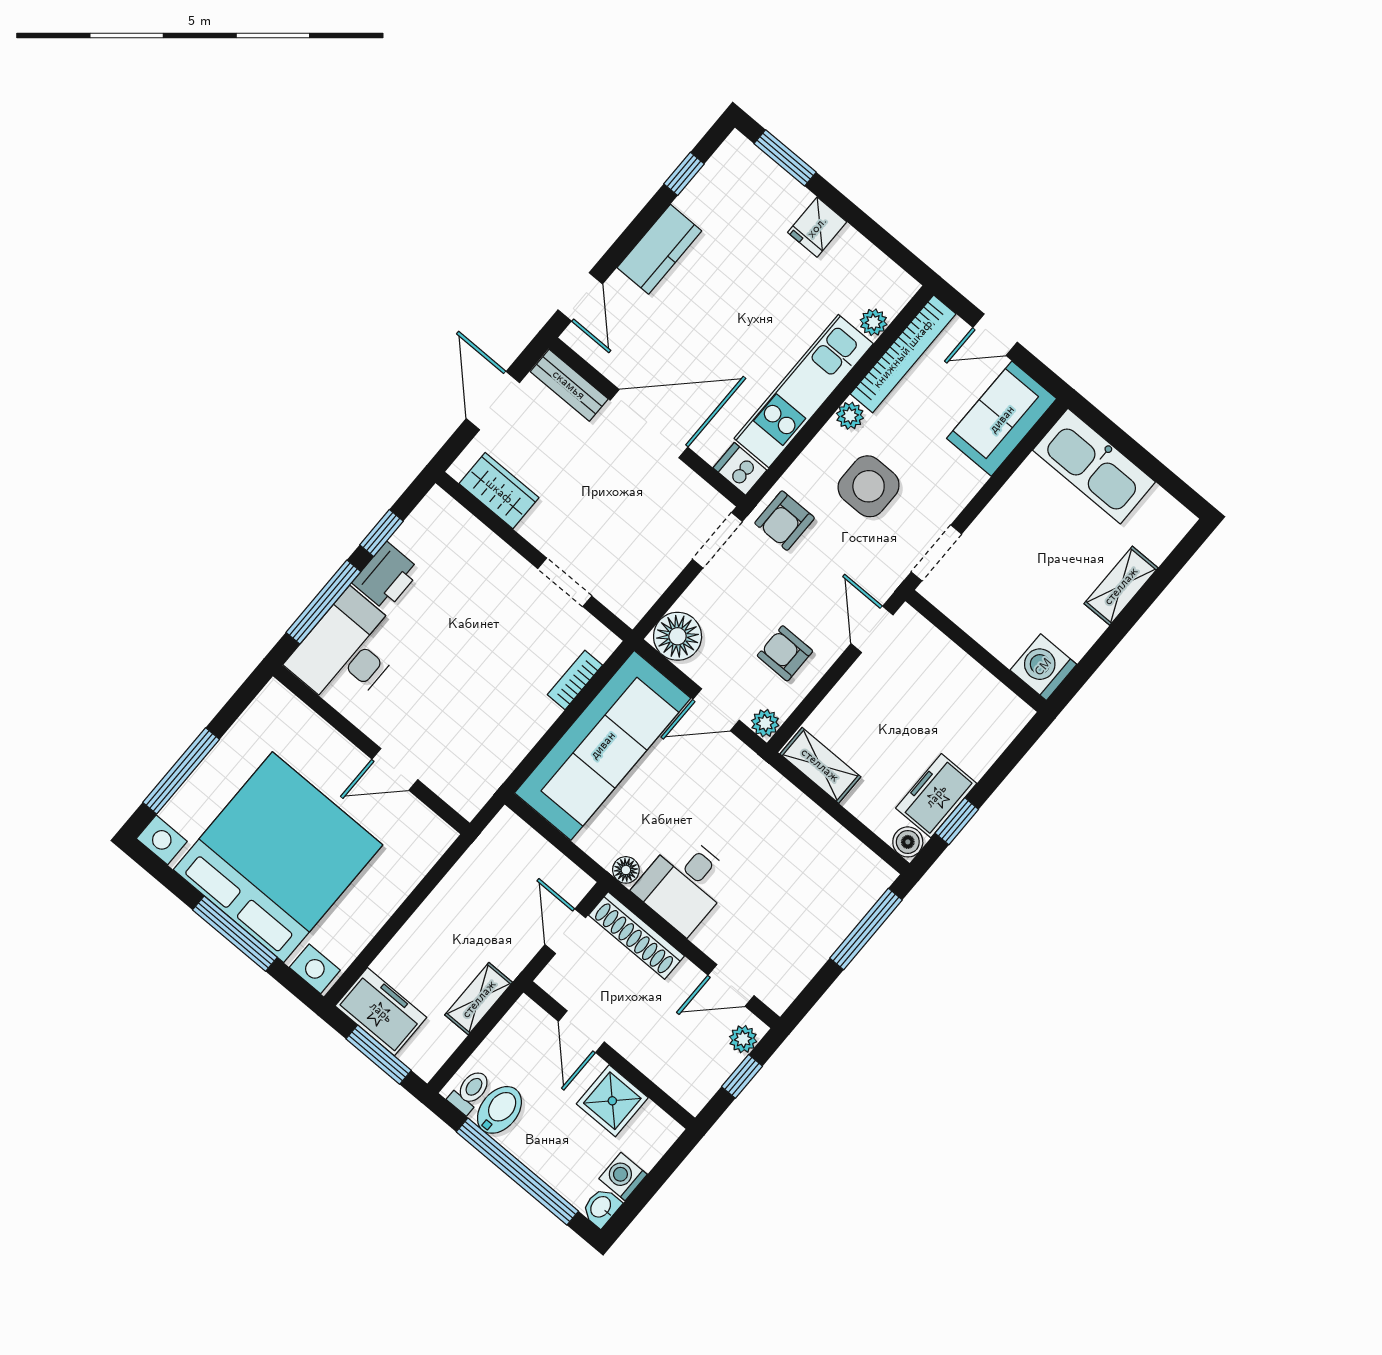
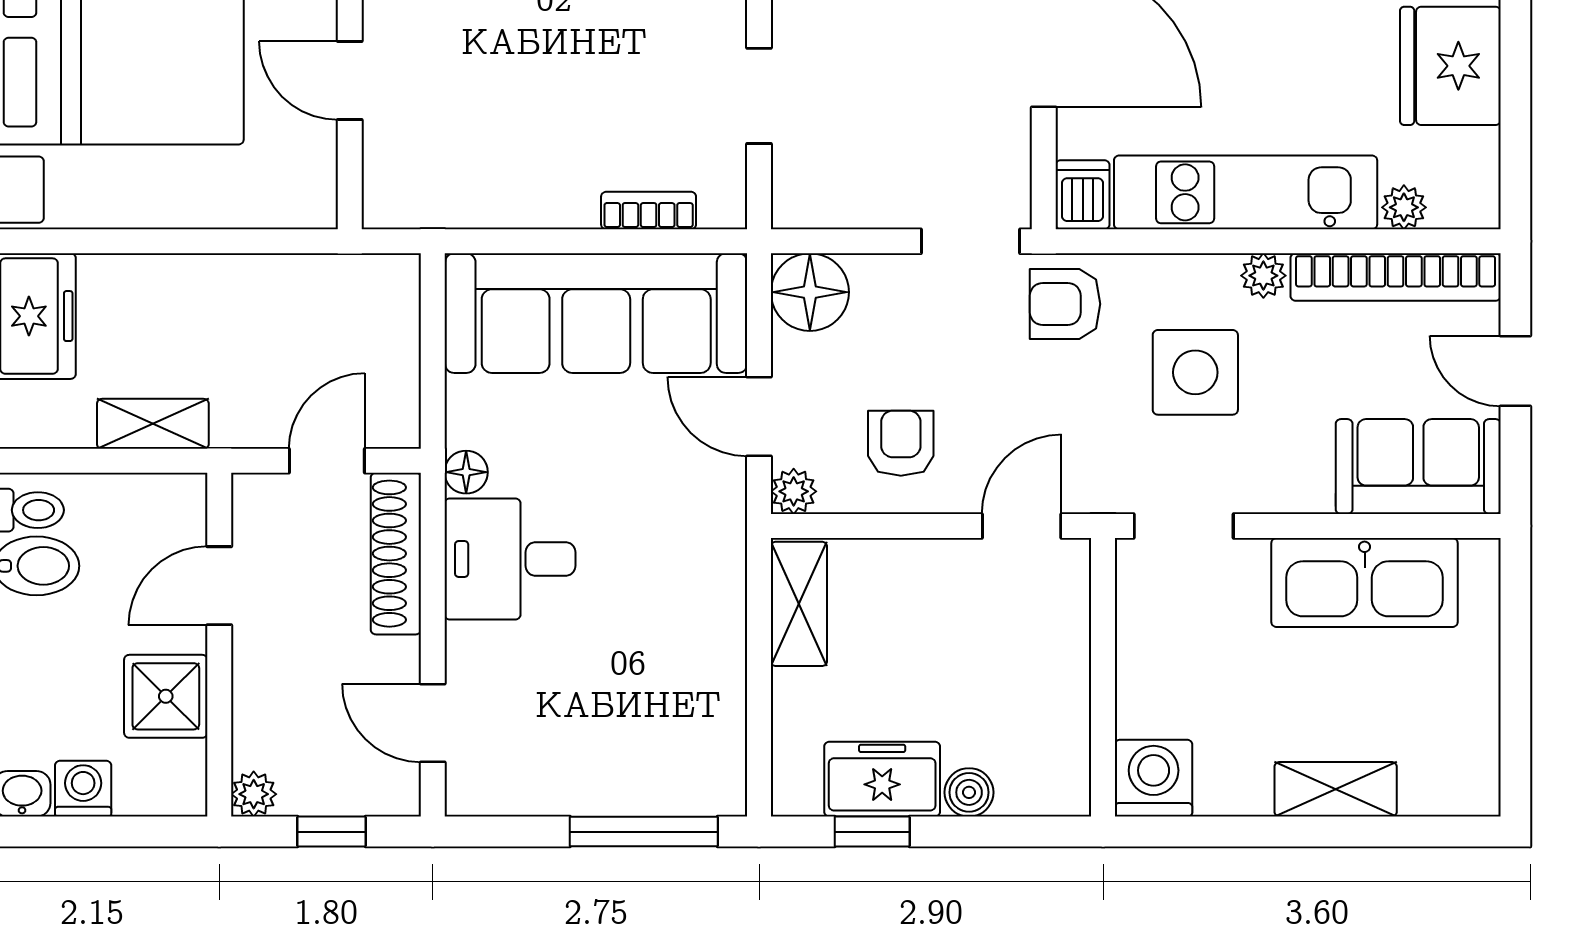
fridge: (817, 227) -> (1450, 66), width x1.88, depth x1.34
kitchen sink: (1094, 466) -> (1365, 583), moved, turned -90
boiler: (908, 842) -> (969, 792), moved
plant: (743, 1039) -> (254, 794), moved

